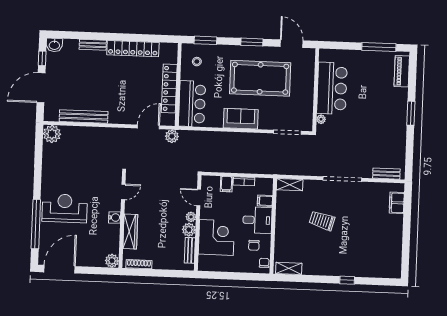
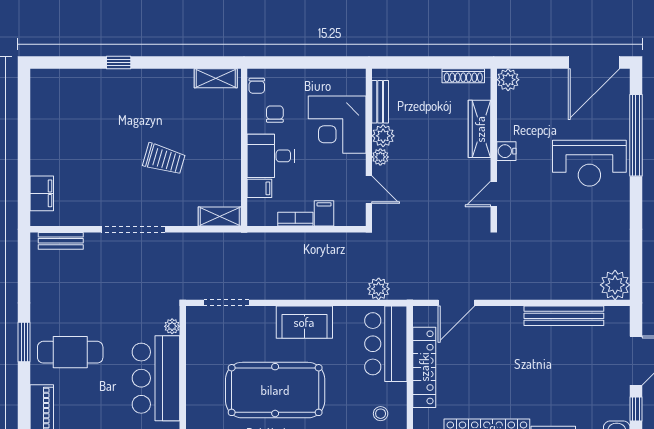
cafe table: (383, 106) -> (70, 352), added
plant: (172, 136) -> (379, 289), moved

